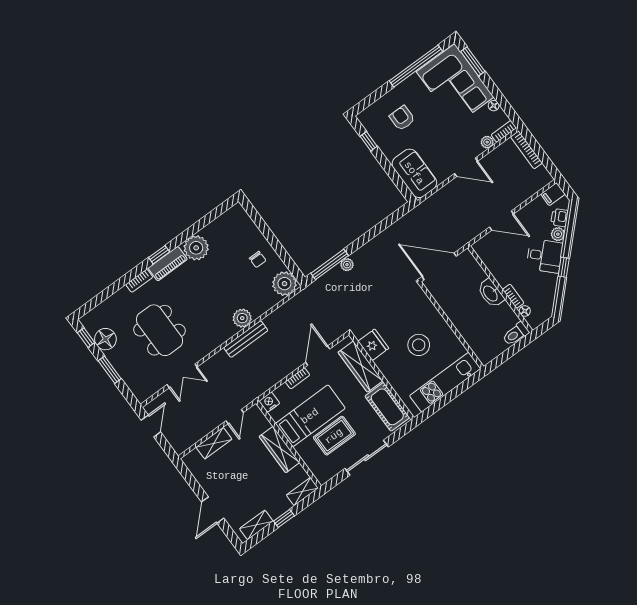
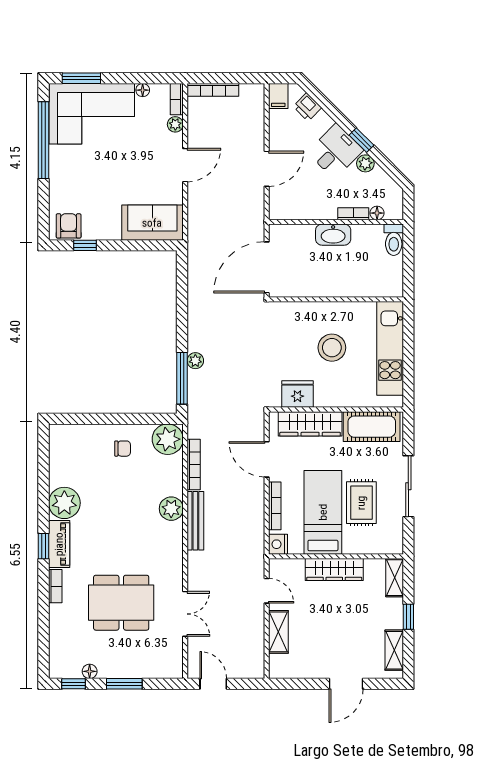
armchair: (402, 118) -> (69, 226), moved, turned 90
plant: (558, 234) -> (365, 163), moved
bookcase: (281, 312) -> (194, 465), added
floor lamp: (105, 339) -> (90, 671), width x0.53, depth x0.53
bookcase: (298, 378) -> (275, 506), width x1.56
door: (213, 510) -> (346, 684), hinge flipped

